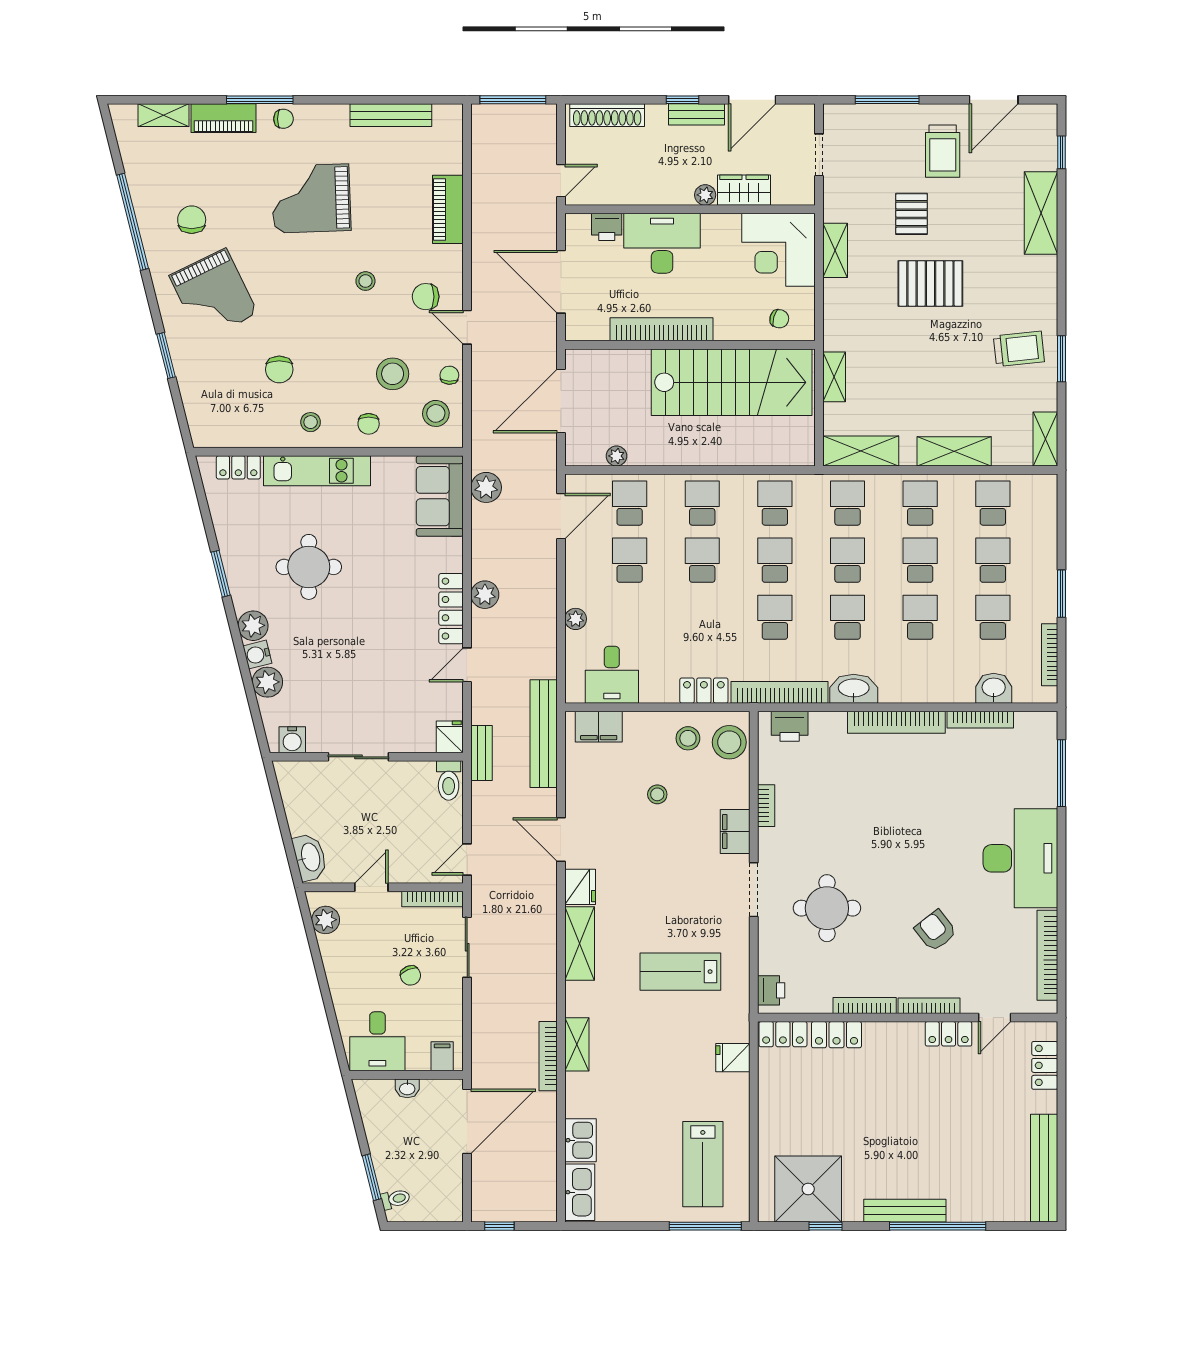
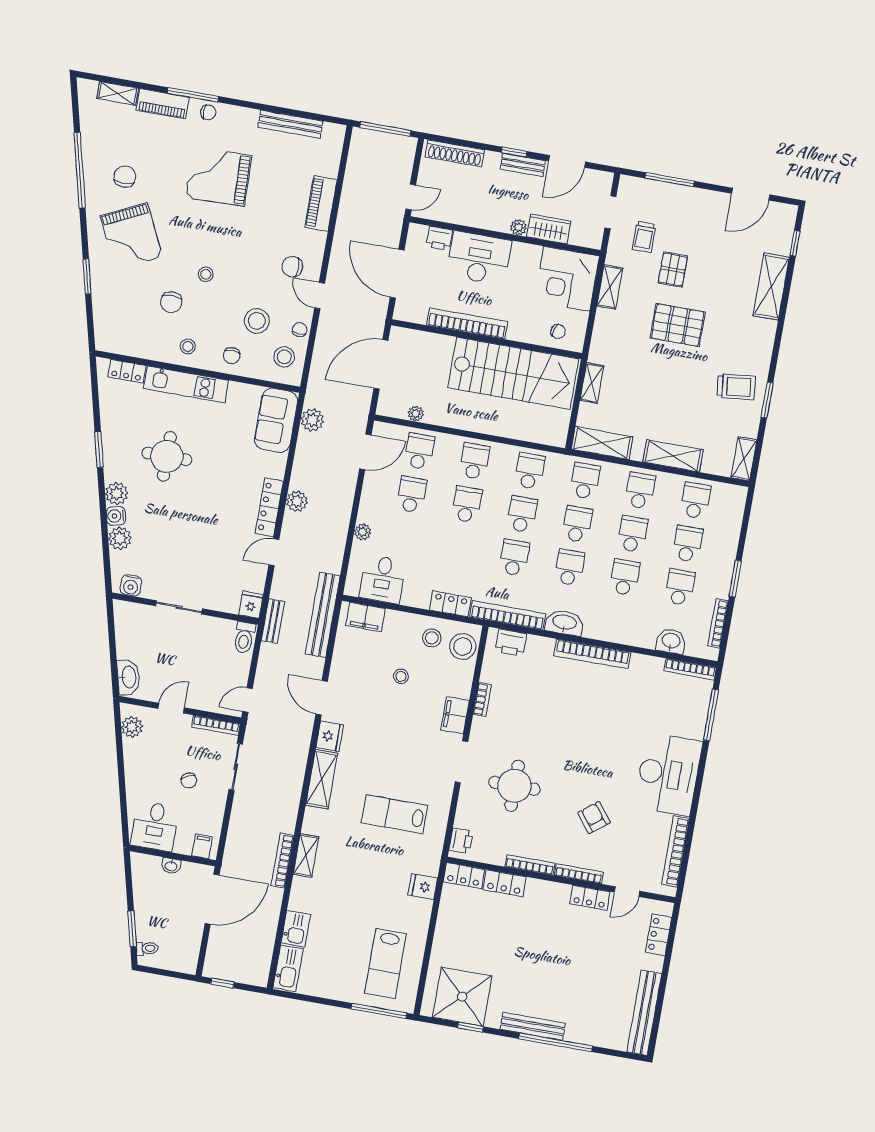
trolley: (943, 151) -> (644, 237), moved, width x0.73, depth x0.72
stool: (365, 281) -> (206, 274), moved
bookcase: (980, 720) -> (690, 669), moved

